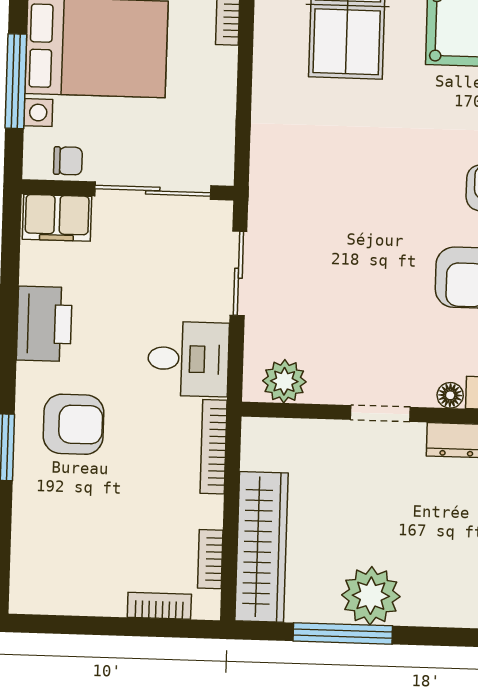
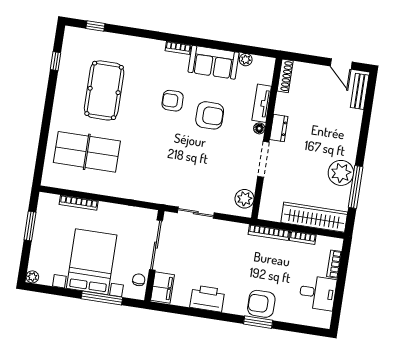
desk: (188, 359) -> (318, 293), moved, turned 90
doorway: (380, 413) -> (263, 159), width x1.38
armchair: (74, 424) -> (261, 304), moved, turned -90
bookcase: (210, 559) -> (303, 238), moved

